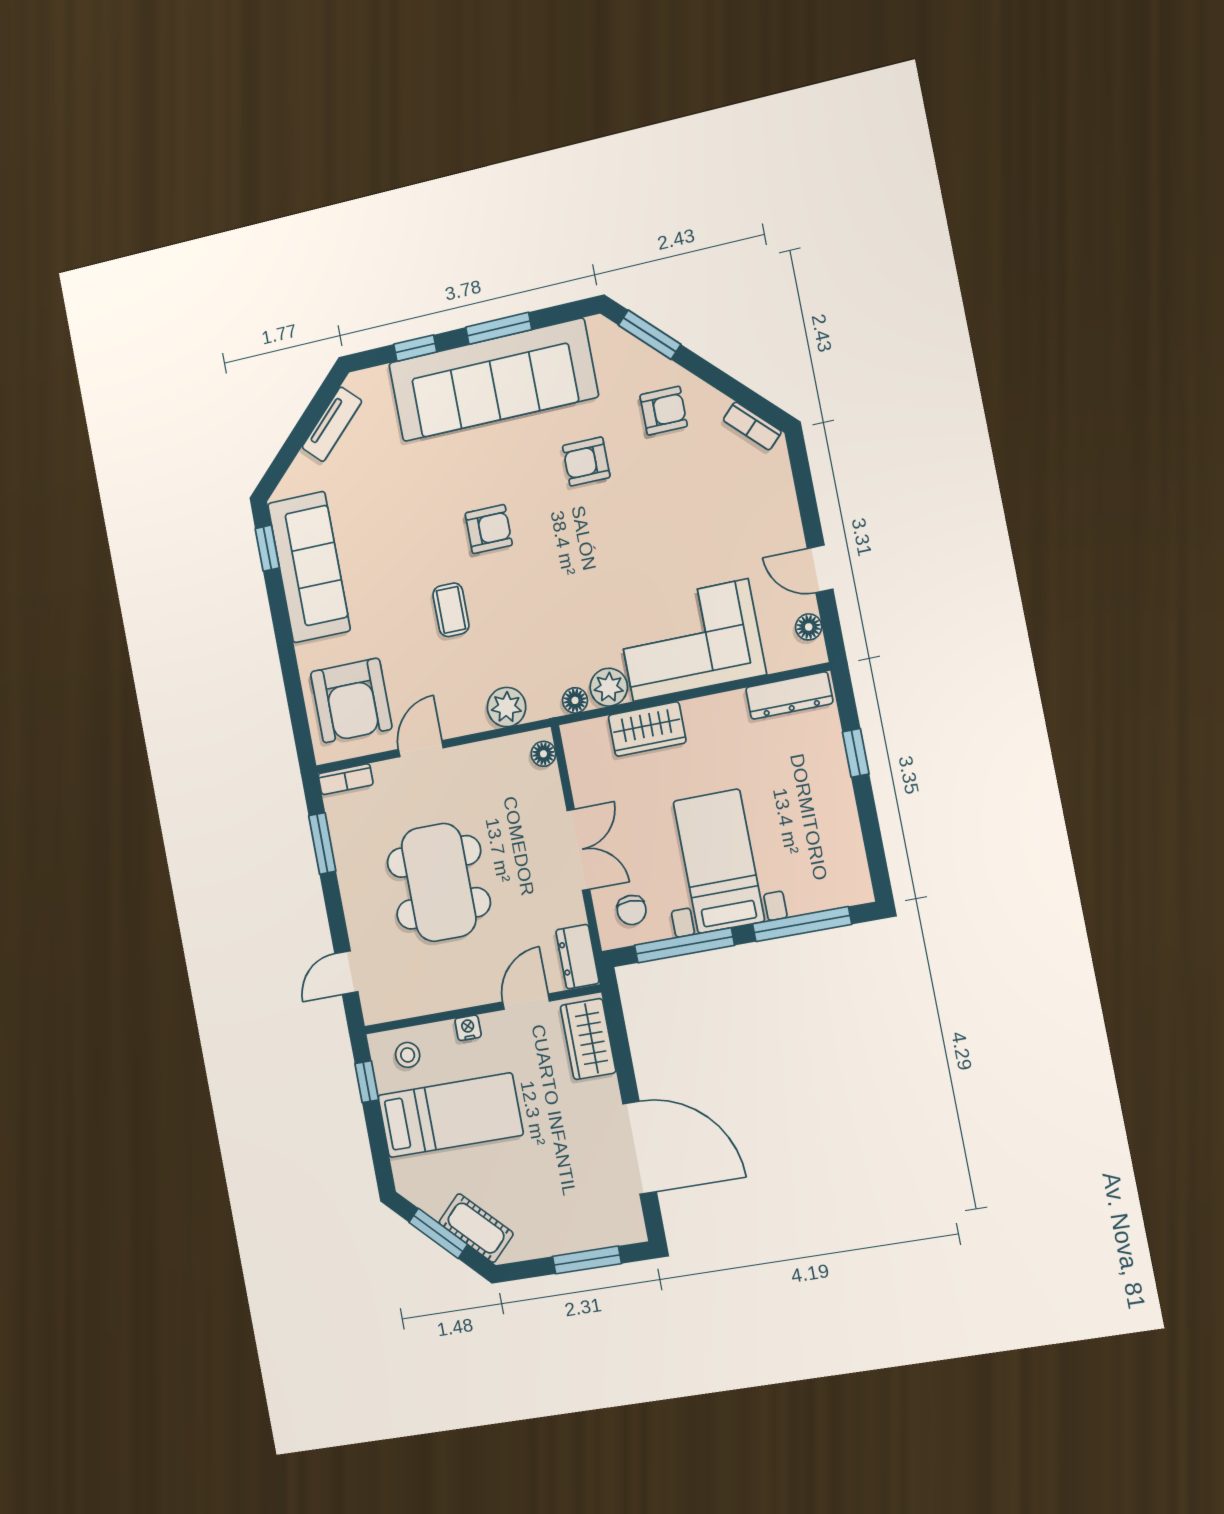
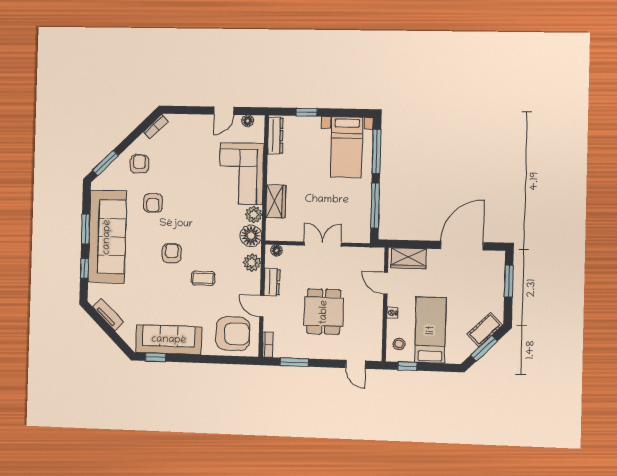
floor lamp: (575, 700) -> (251, 236), width x1.89, depth x1.89
bed with nightstands: (719, 861) -> (347, 147), moved, turned -90
dining table: (439, 882) -> (324, 312), width x0.73
chair: (632, 910) -> (354, 226), removed
dresser: (577, 957) -> (272, 282), moved, turned -90

